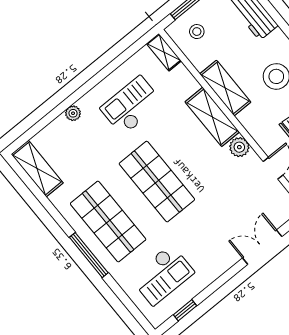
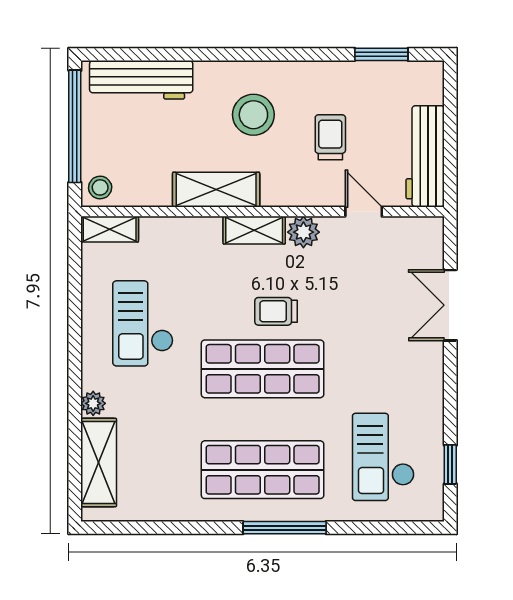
stool: (197, 32) -> (100, 187), moved
shelving: (212, 117) -> (254, 230), width x0.67, depth x0.75
trolley: (190, 165) -> (276, 311), added
shelving: (37, 169) -> (99, 462), moved, turned 90
checkout: (162, 275) -> (383, 457), turned 180

